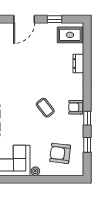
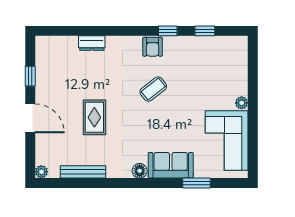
rug: (70, 35) -> (94, 117), moved
armchair: (60, 153) -> (217, 68), removed

